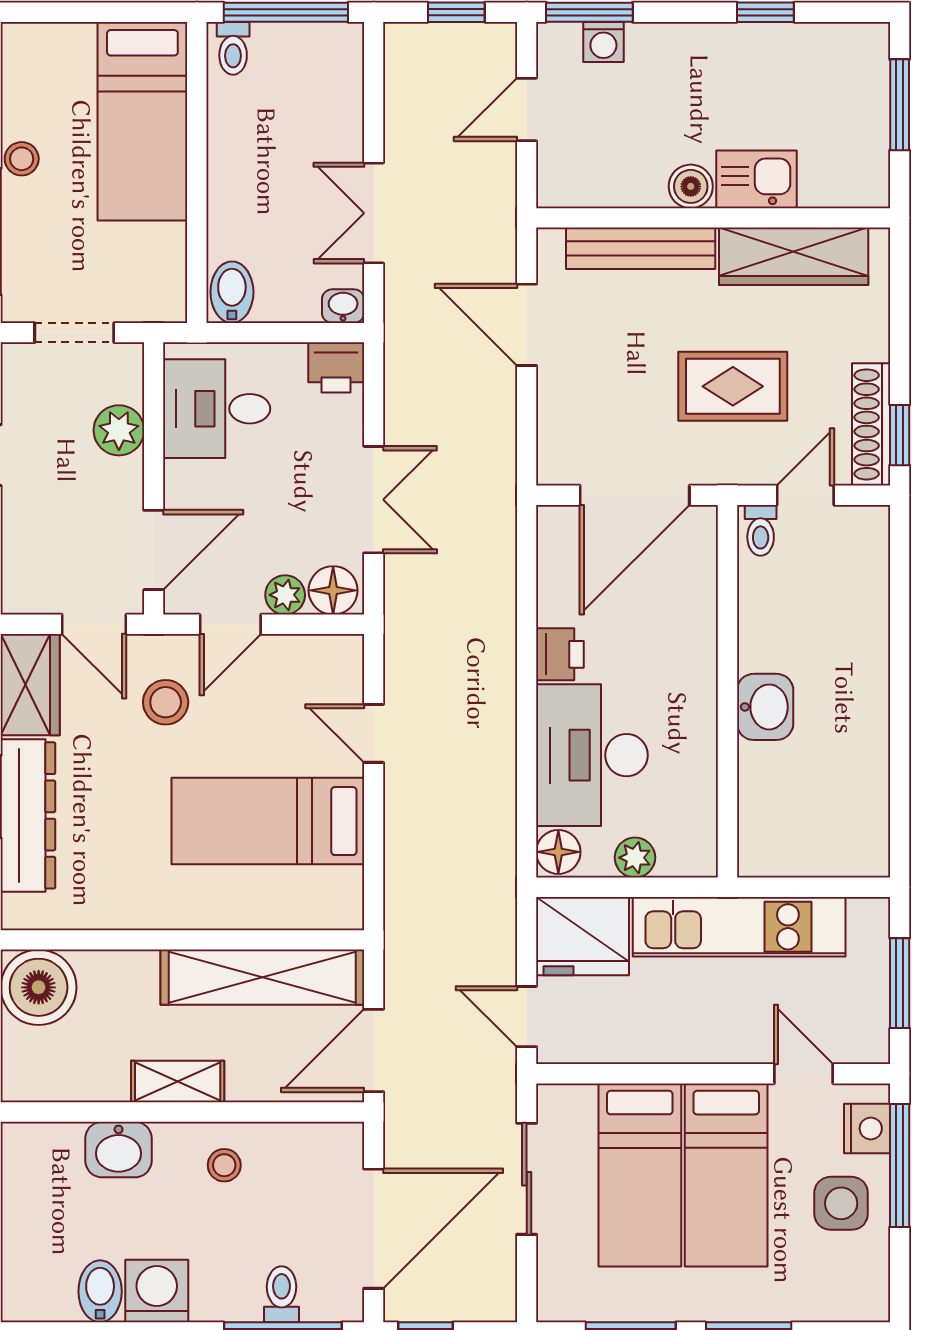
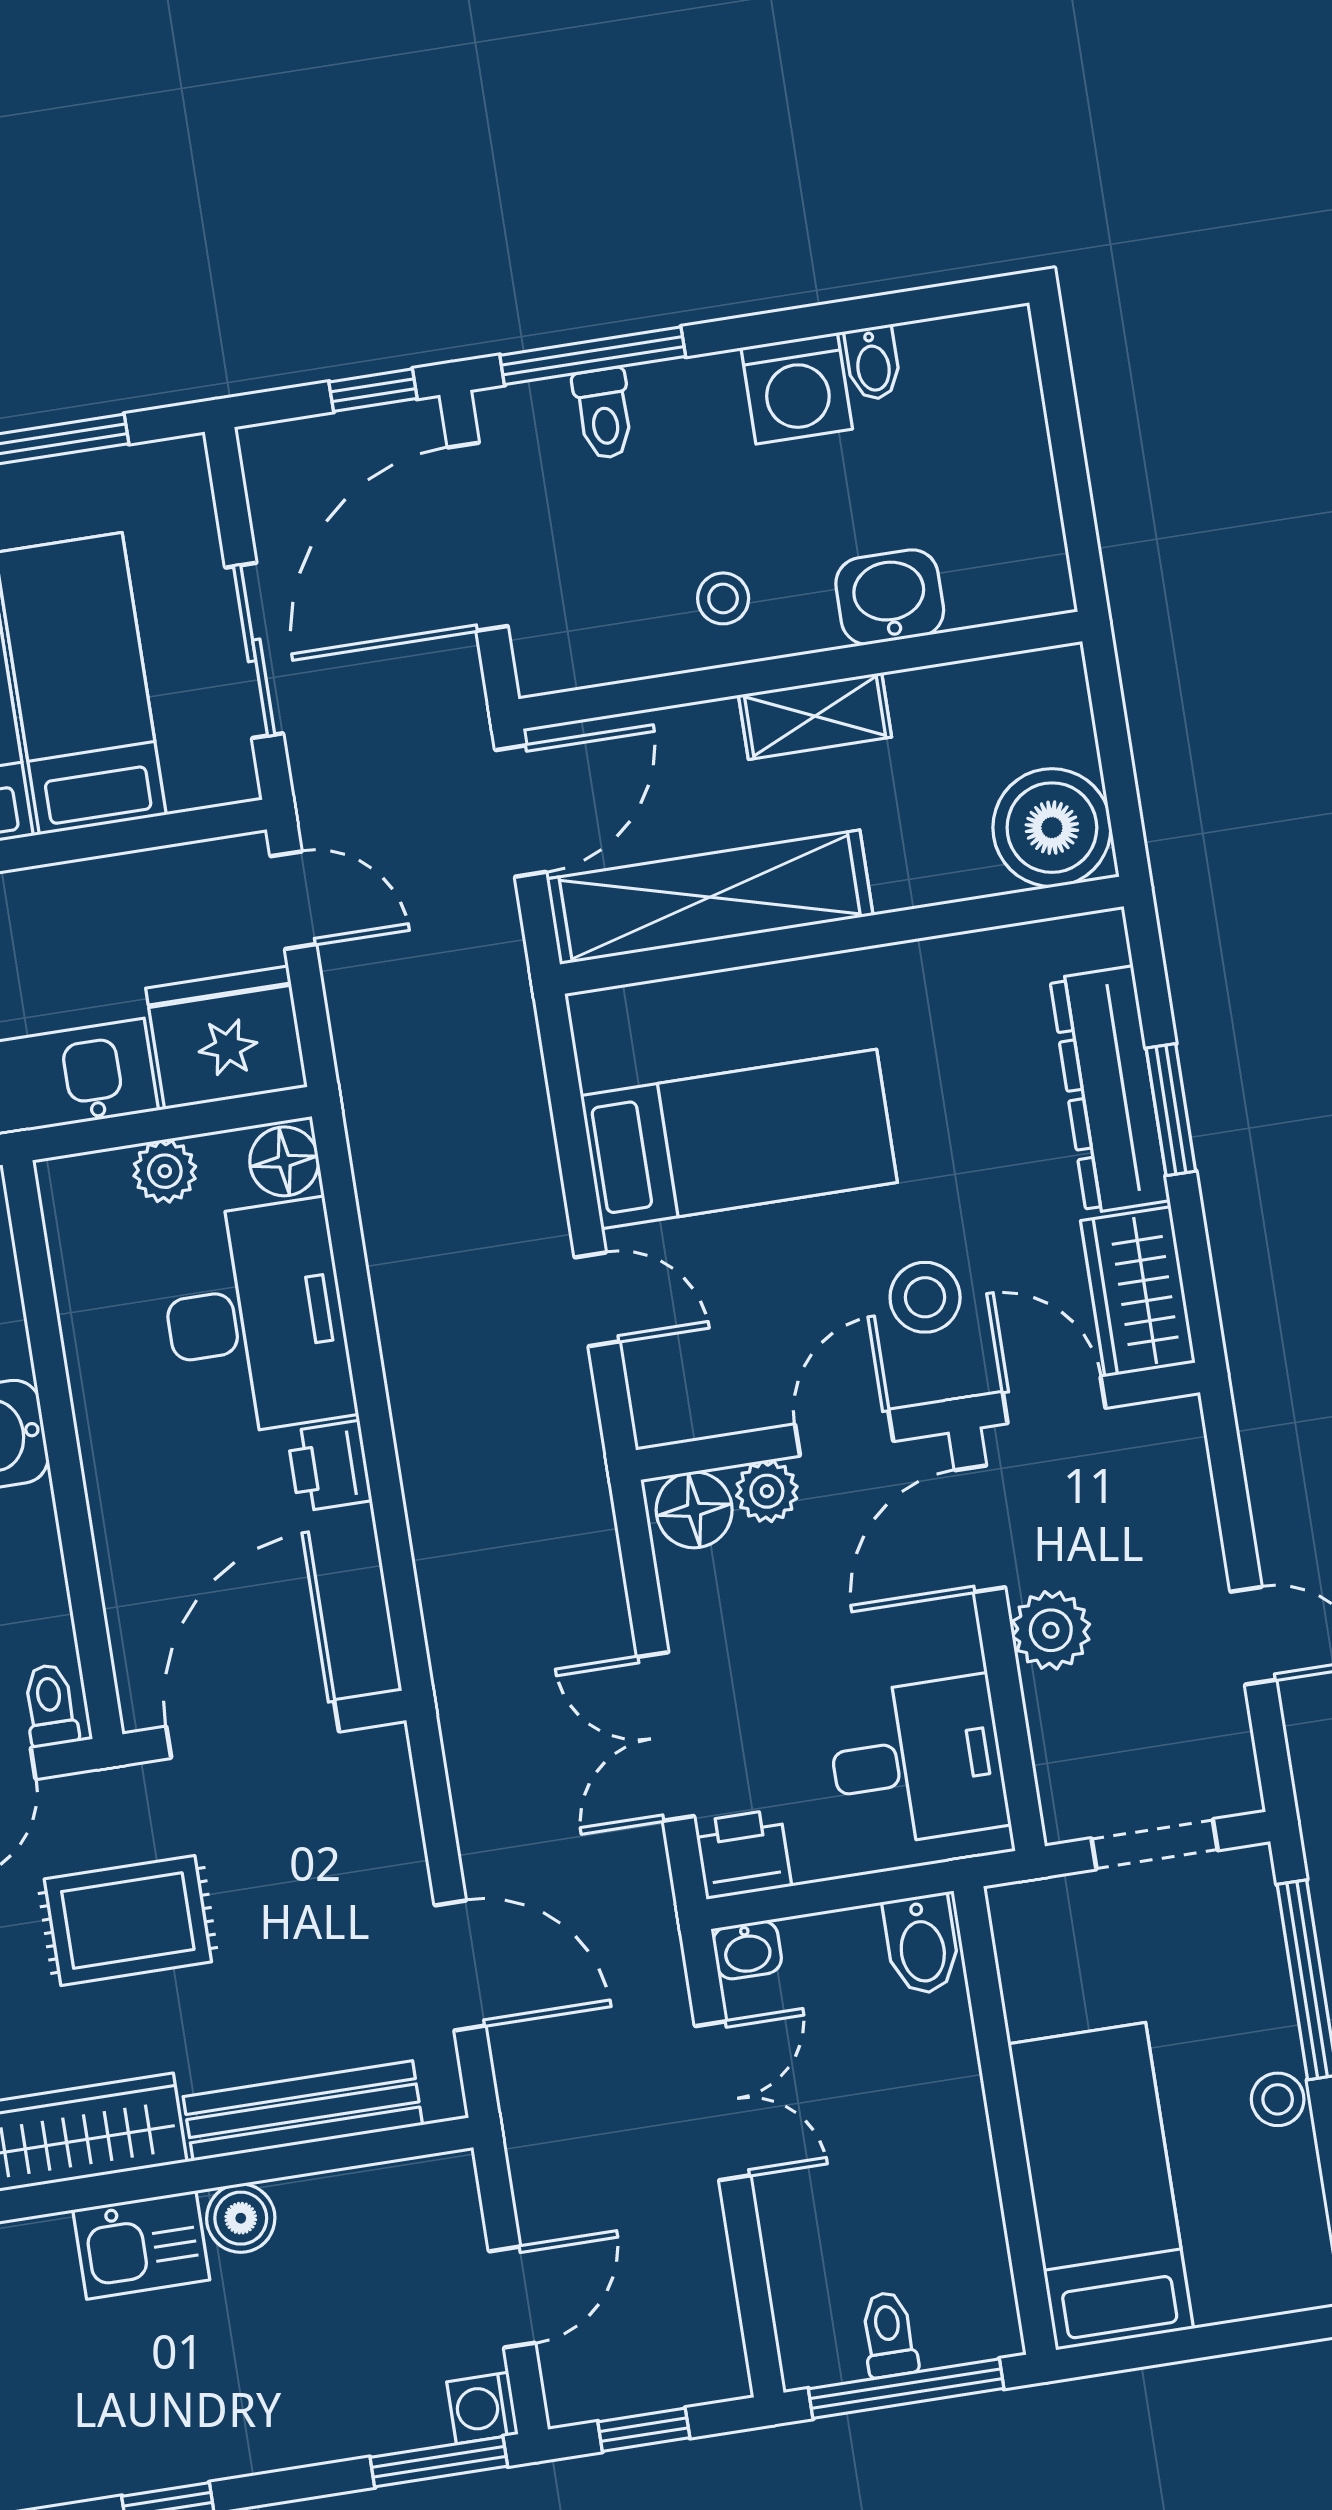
washing machine: (603, 42) -> (482, 2408), moved, turned -90
toilet: (233, 48) -> (889, 2334), moved
plant: (119, 430) -> (1051, 1630), moved
double door: (374, 500) -> (666, 1737), moved
bidet: (100, 1291) -> (873, 363), width x0.72, depth x0.74

